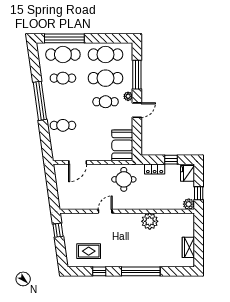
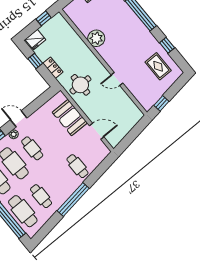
booth: (122, 145) -> (70, 118), moved, turned 90
plant: (189, 204) -> (58, 19), removed

